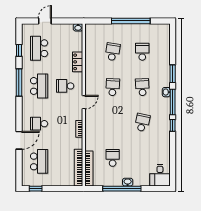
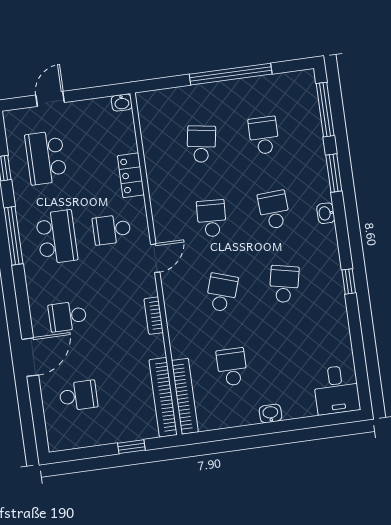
window: (173, 102) -> (325, 110), moved
school desk: (113, 123) -> (222, 293), added
school desk: (39, 161) -> (78, 396), width x0.54
window: (36, 189) -> (131, 447), moved
window: (122, 189) -> (260, 429), removed

